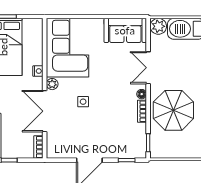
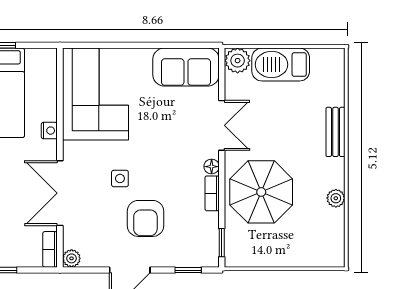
double door: (148, 68) -> (222, 125), swing flipped
plant: (52, 84) -> (72, 258), moved
armchair: (99, 127) -> (145, 218), added

